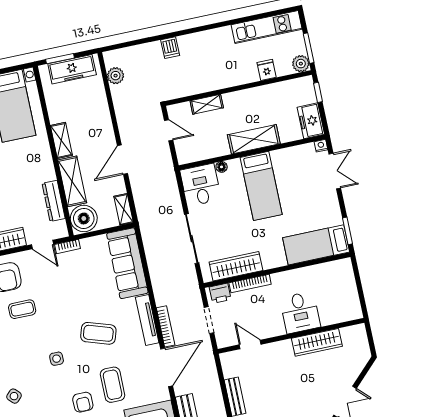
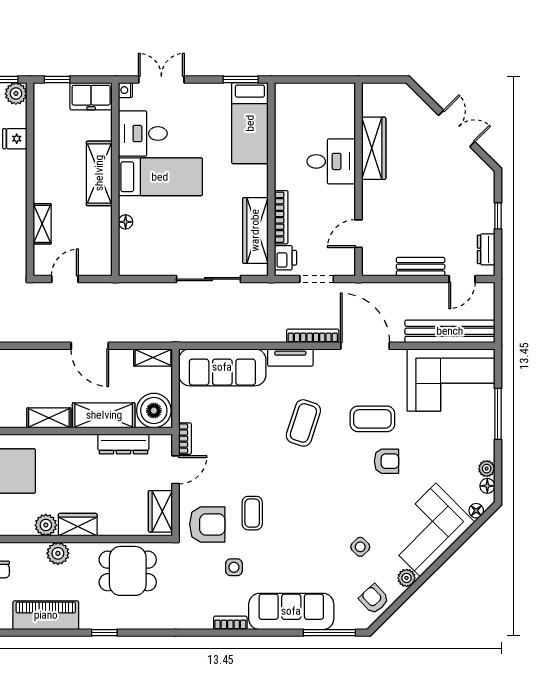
desk: (201, 185) -> (143, 134), moved
tv unit: (147, 320) -> (290, 357), width x0.71
side table: (57, 359) -> (324, 483), removed

